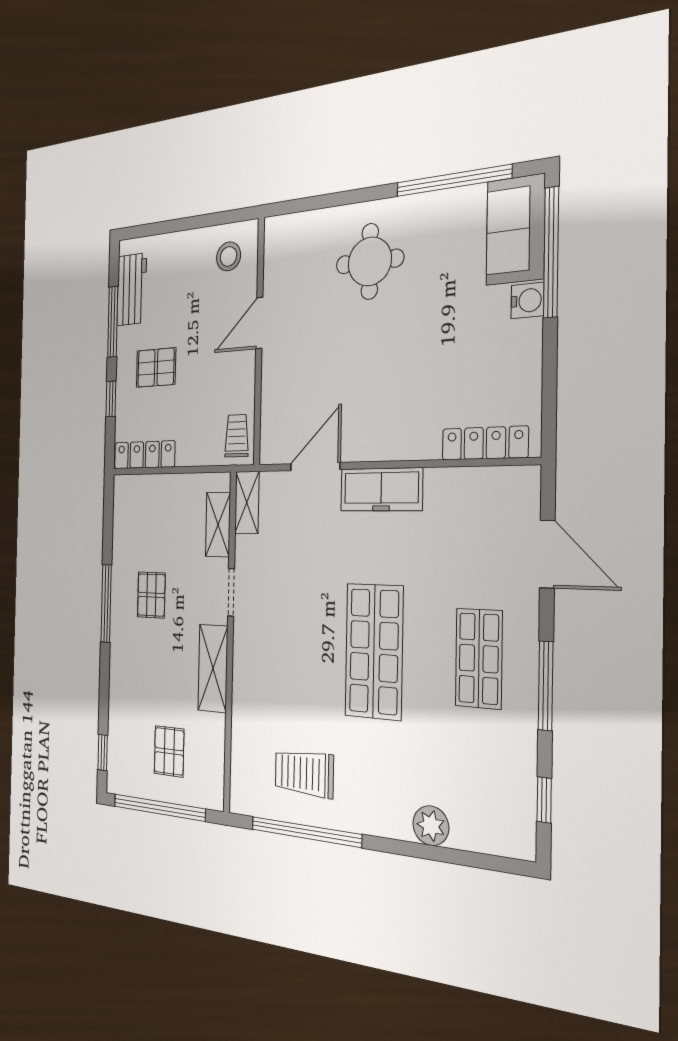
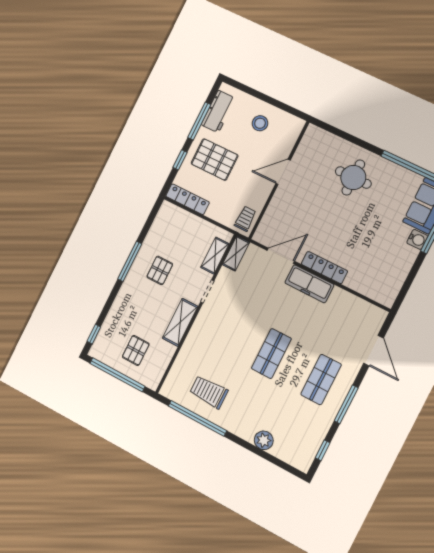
stool: (229, 256) -> (260, 123), moved
pallet: (156, 368) -> (215, 160), width x1.50, depth x1.42
locker: (485, 443) -> (324, 268), moved
shop shelf: (374, 651) -> (271, 354), width x0.70, depth x0.74

